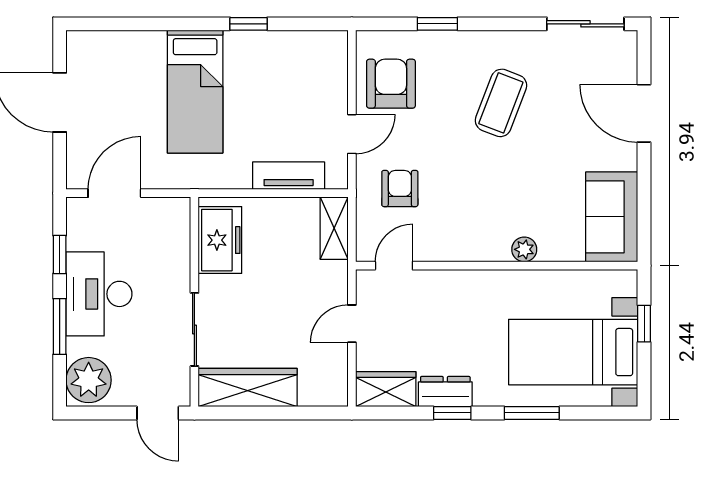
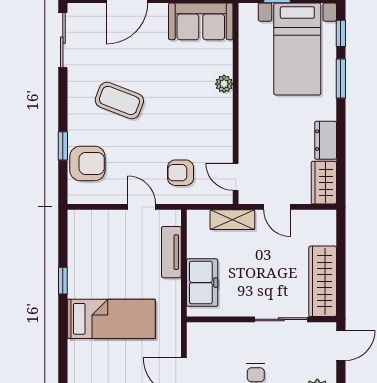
armchair: (391, 84) -> (87, 163), moved, turned 180
shelving: (334, 228) -> (232, 220), moved
freezer: (220, 240) -> (202, 283), moved, turned 90
window: (452, 413) -> (341, 33), moved

